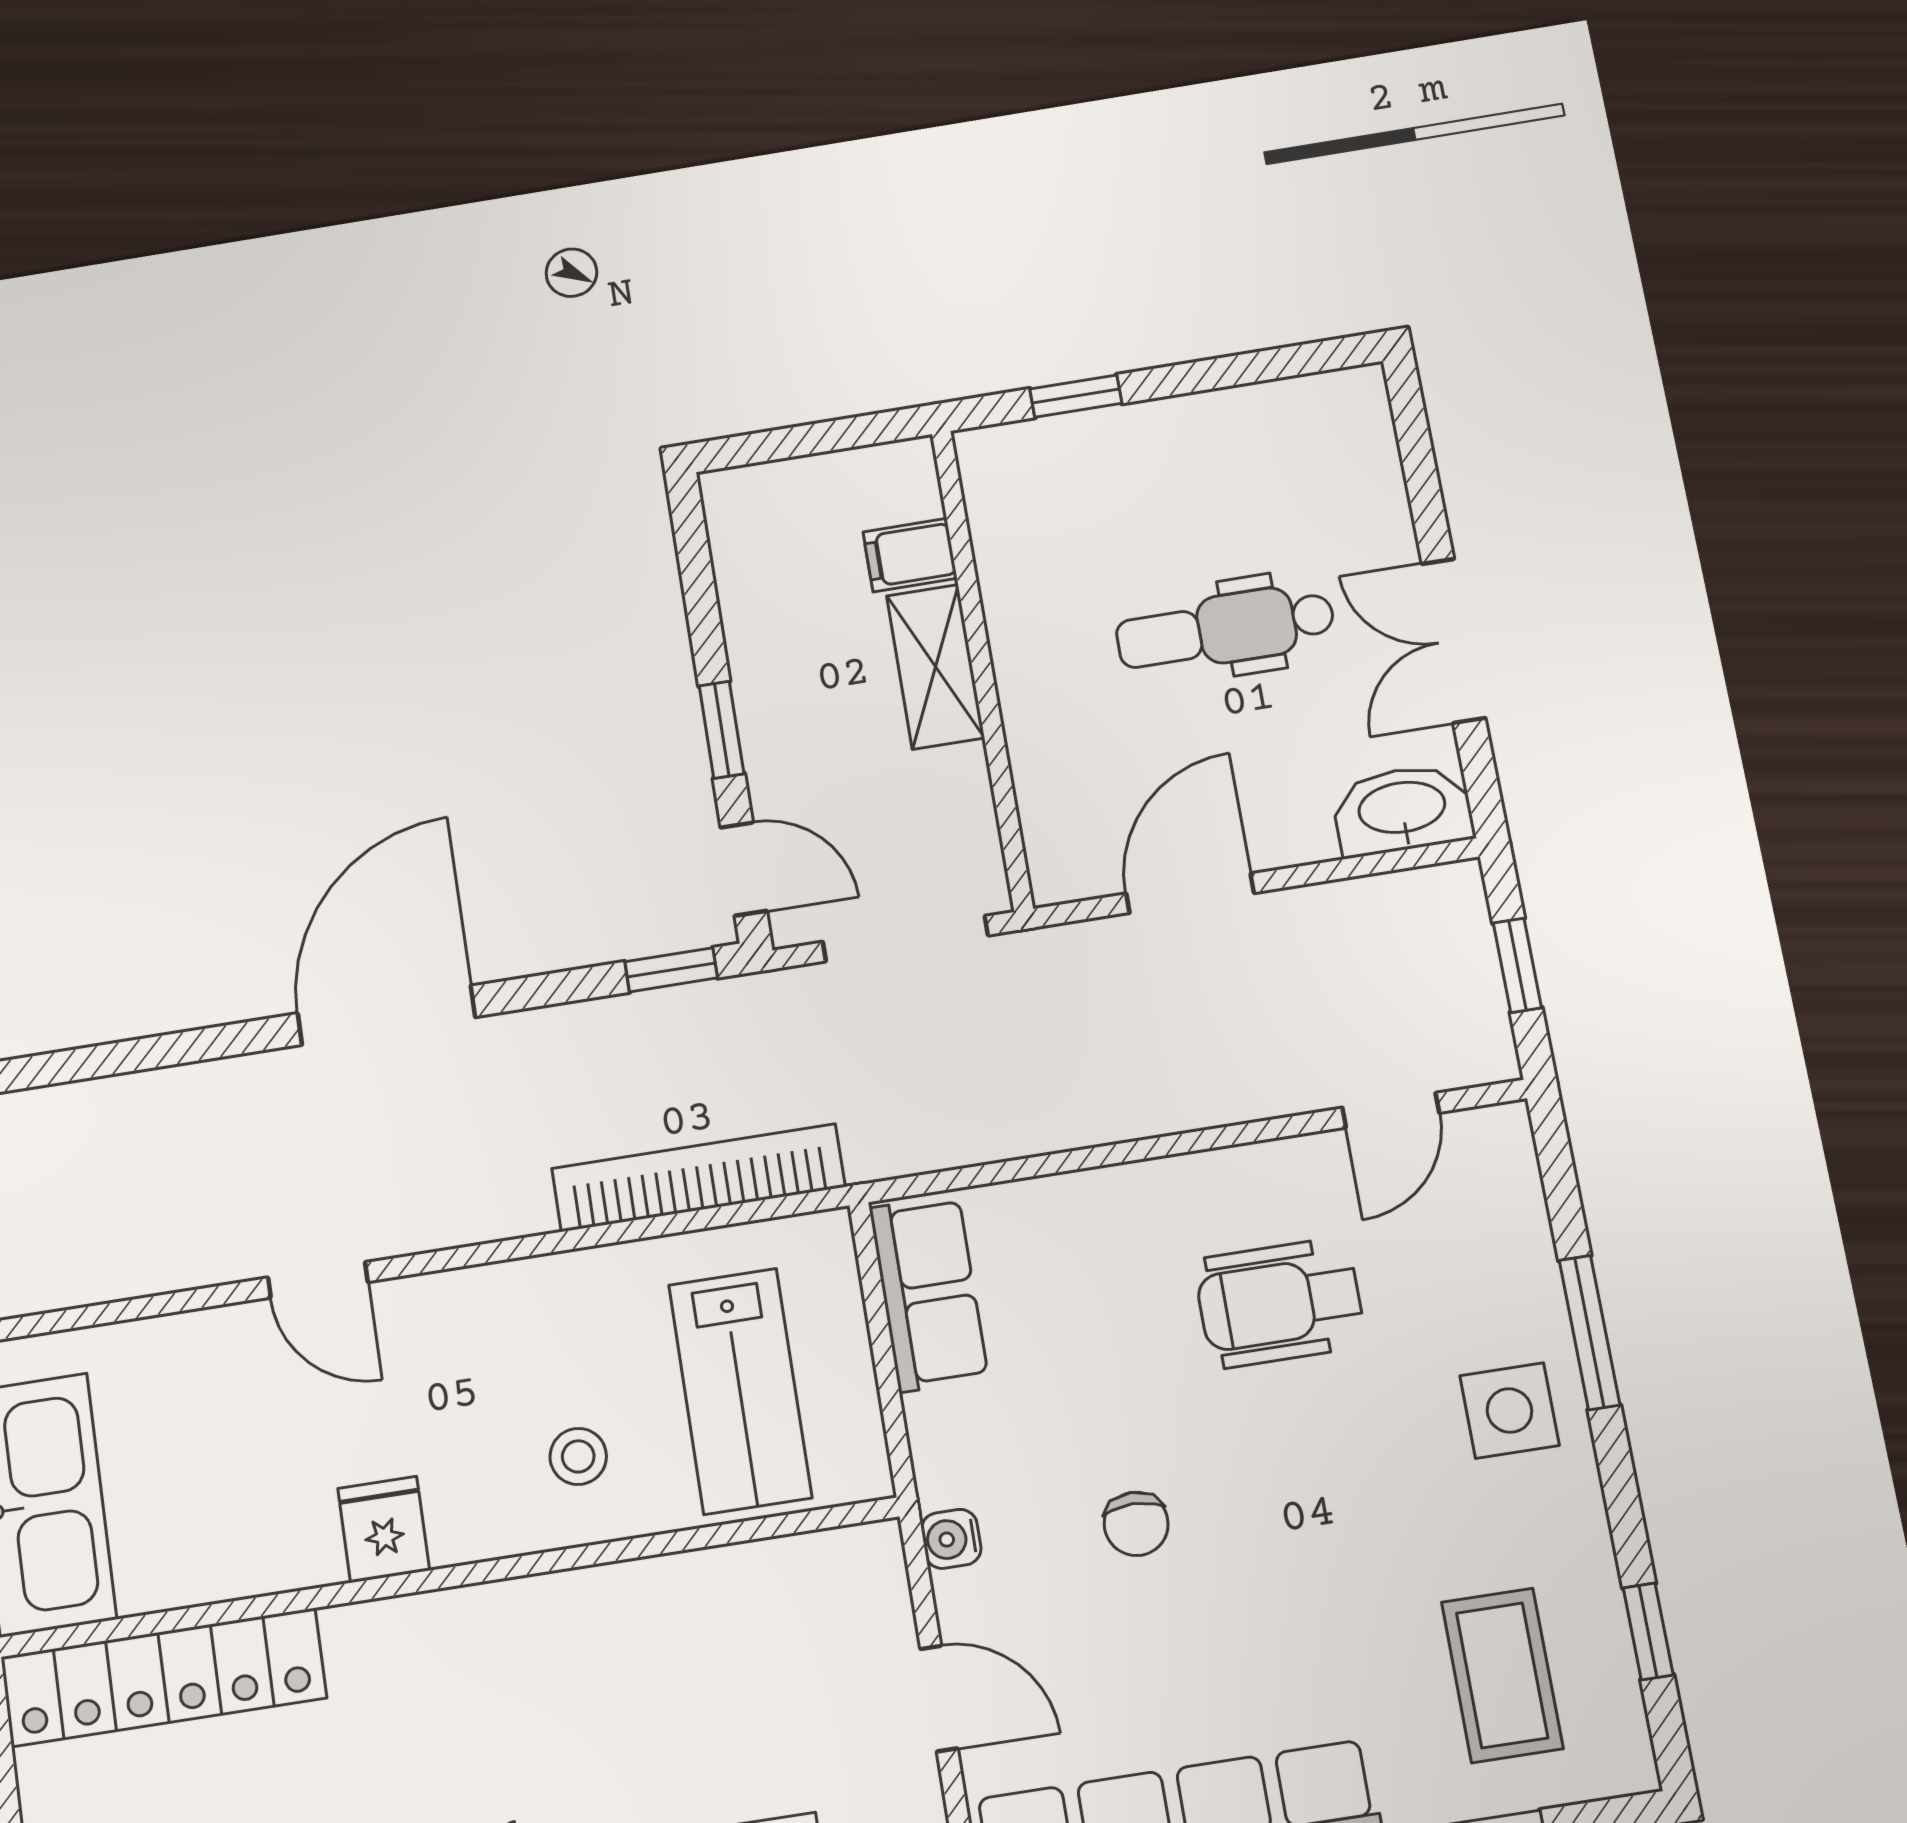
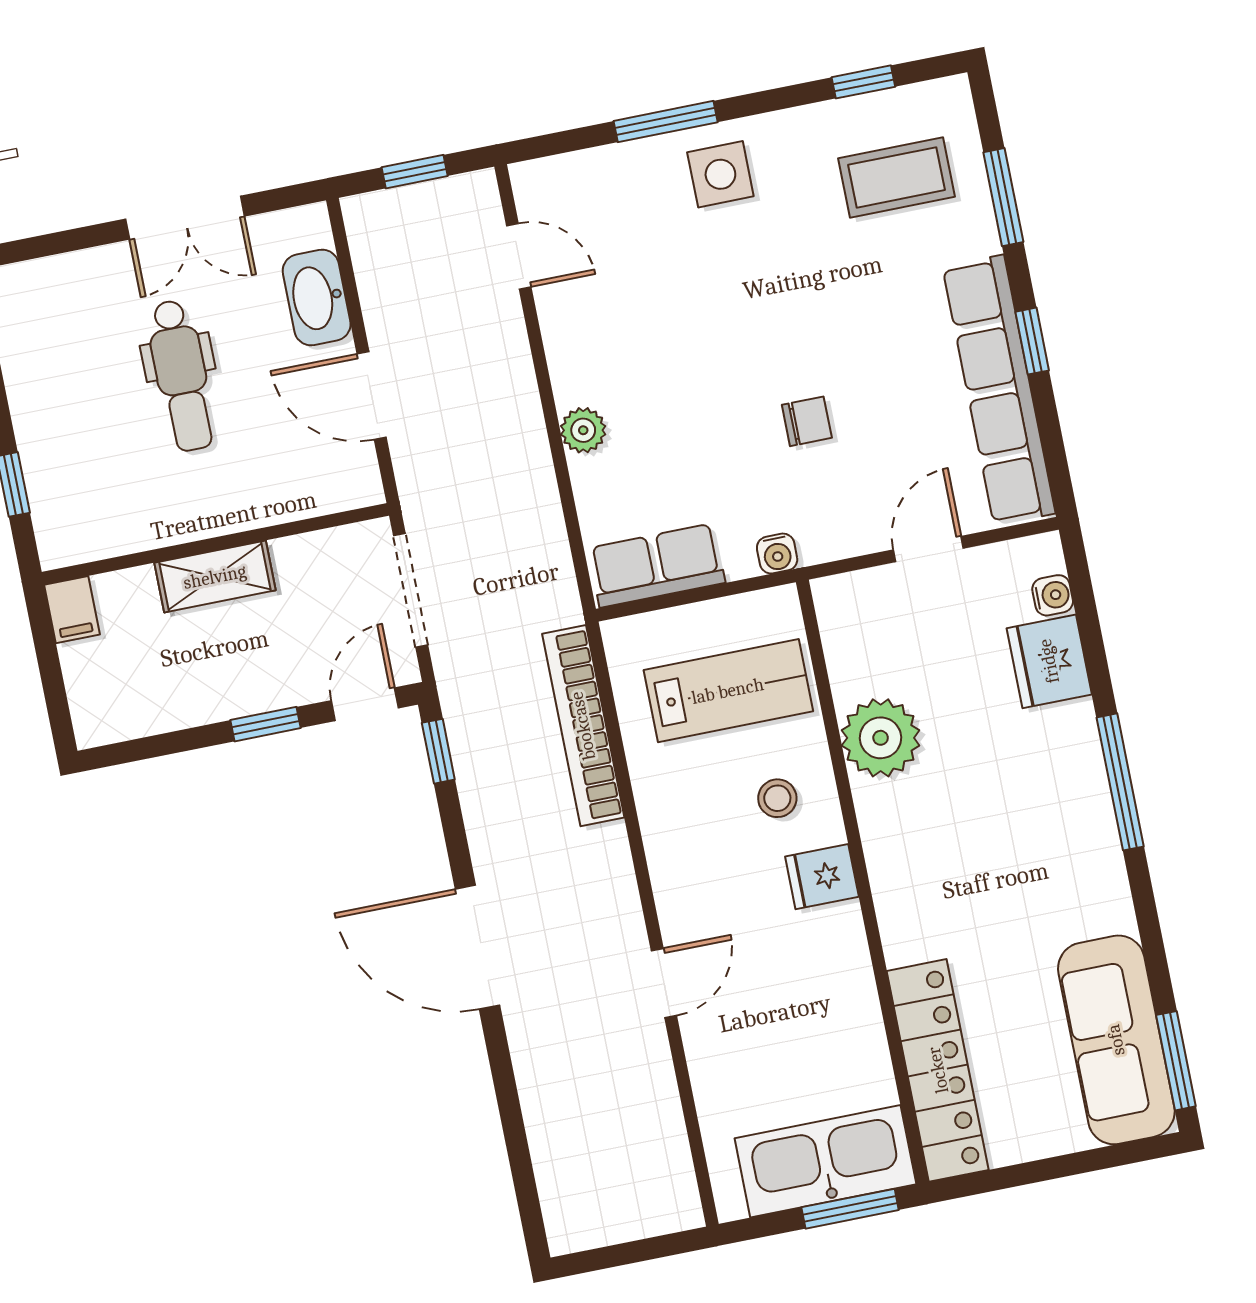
filing cabinet: (910, 555) -> (72, 610), moved
washbasin: (1402, 810) -> (317, 298), moved
plant: (1132, 1194) -> (583, 430), added
wheelchair: (1280, 1303) -> (654, 329), removed
fridge: (384, 1529) -> (822, 877), moved
water cooler: (951, 1539) -> (777, 554), moved
plant: (660, 1614) -> (881, 738), added

